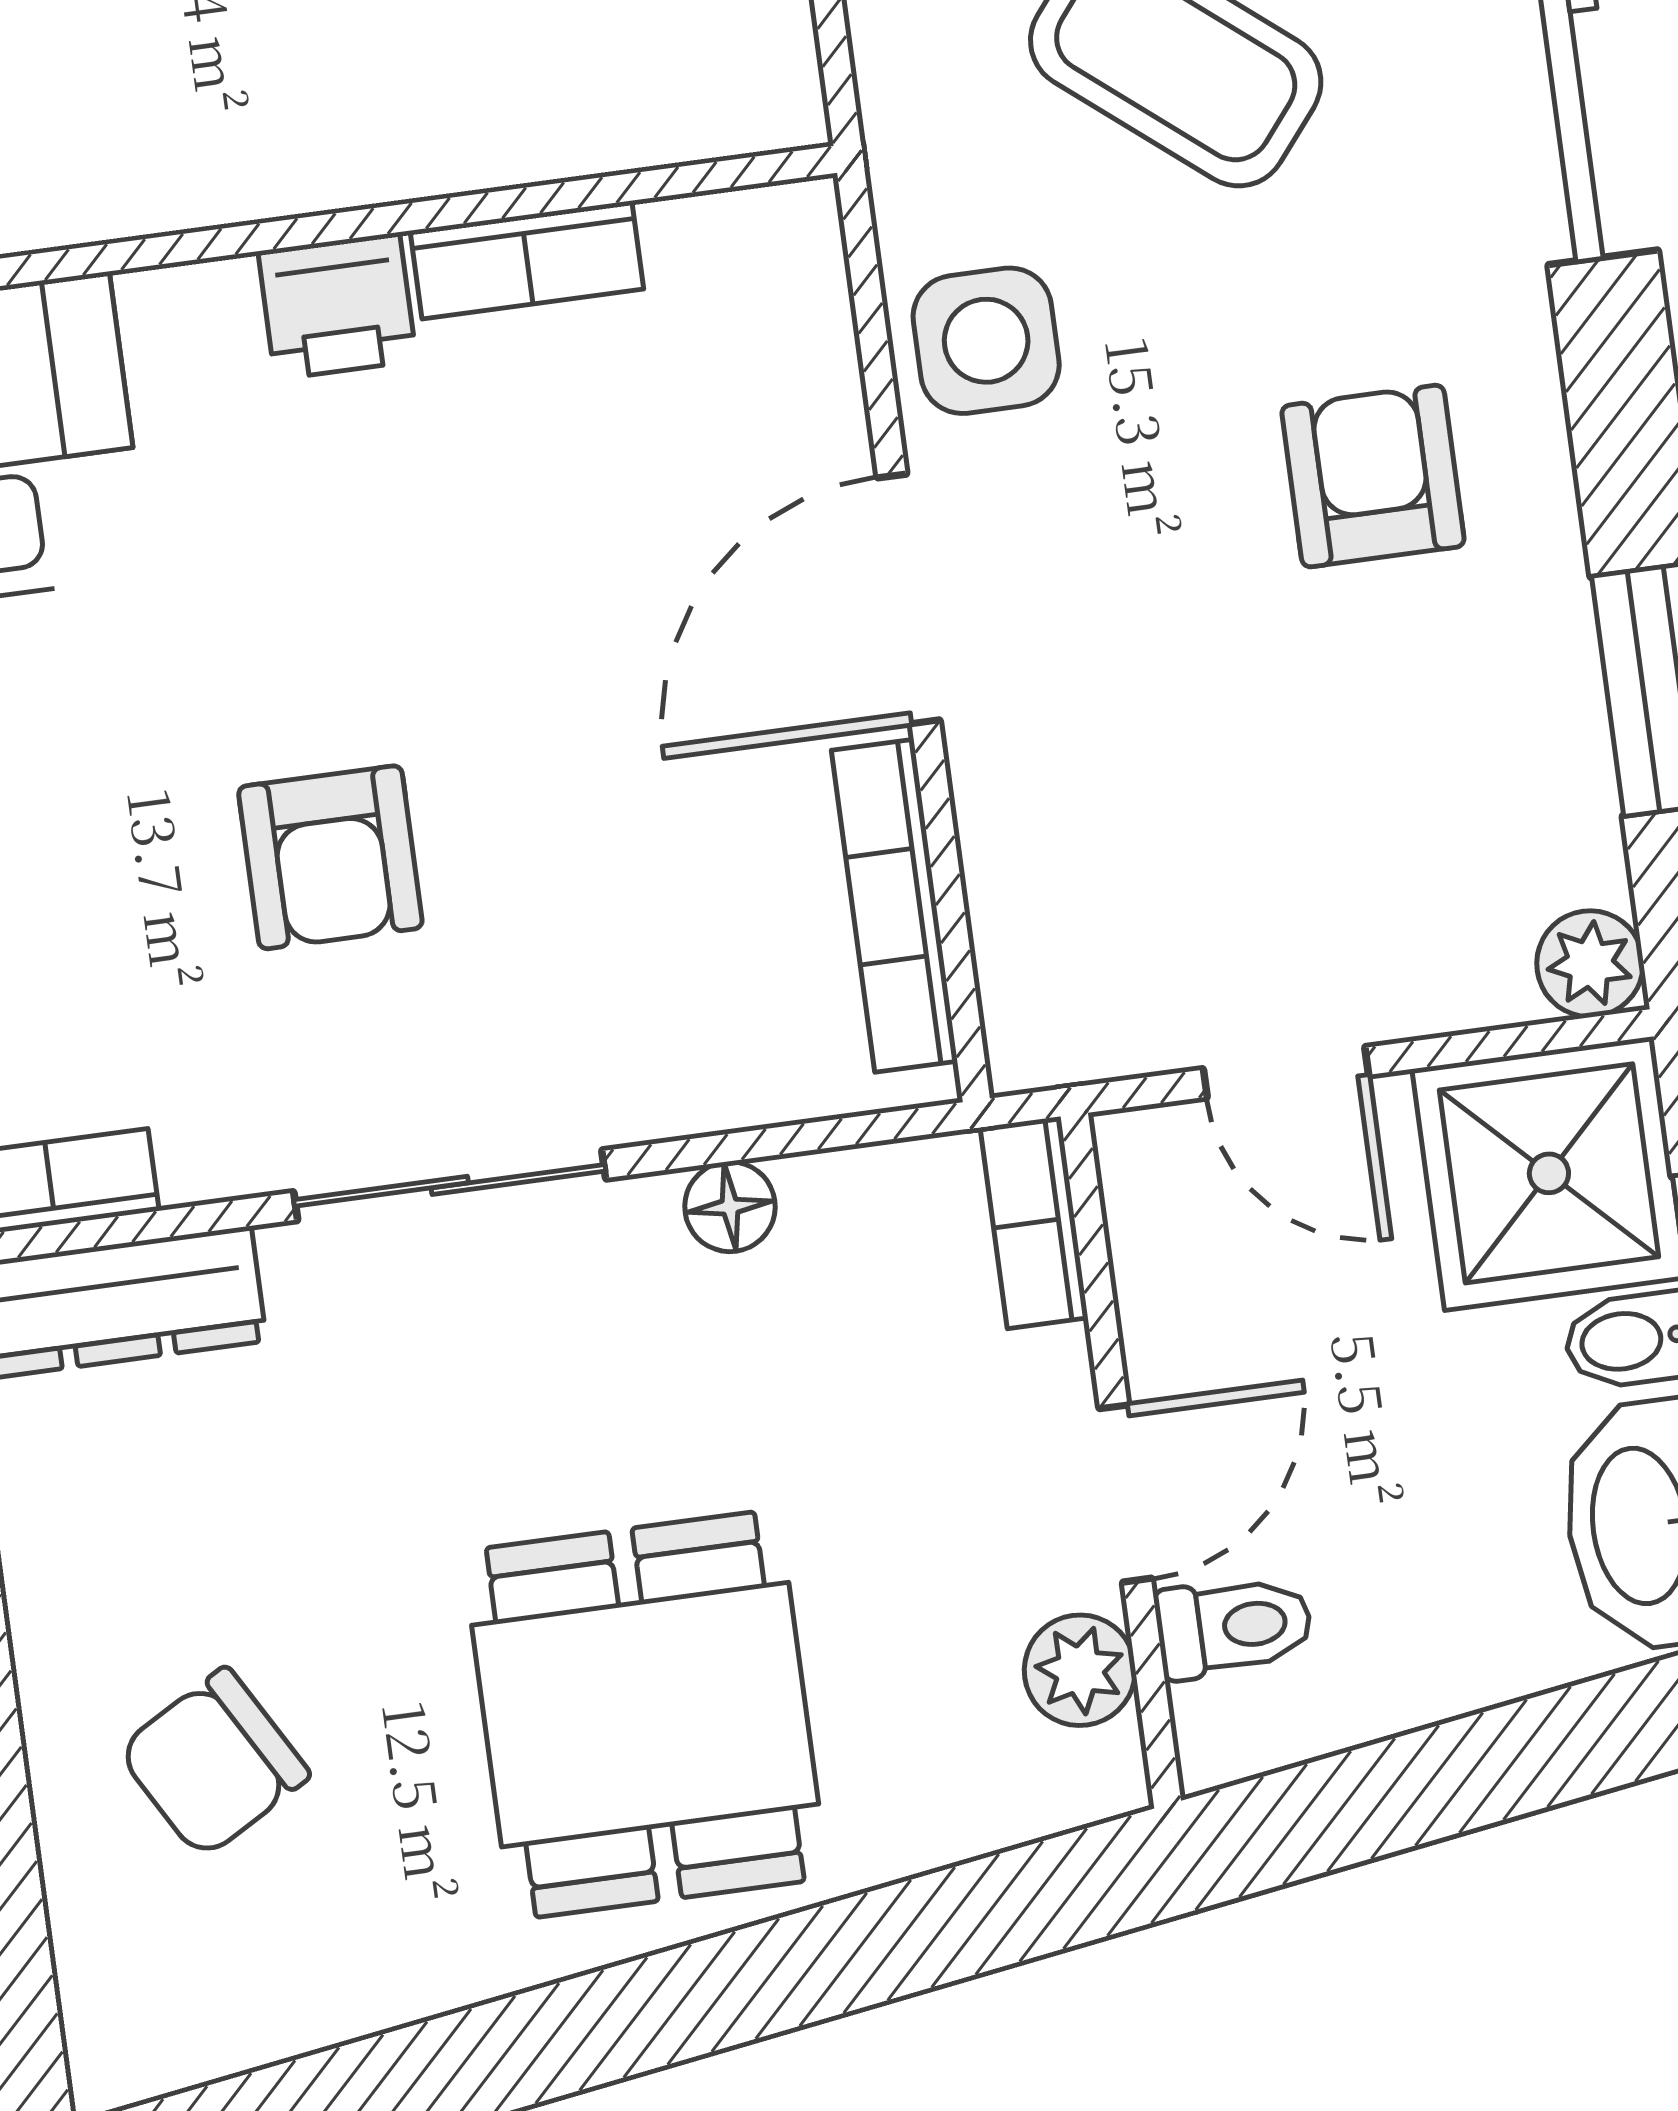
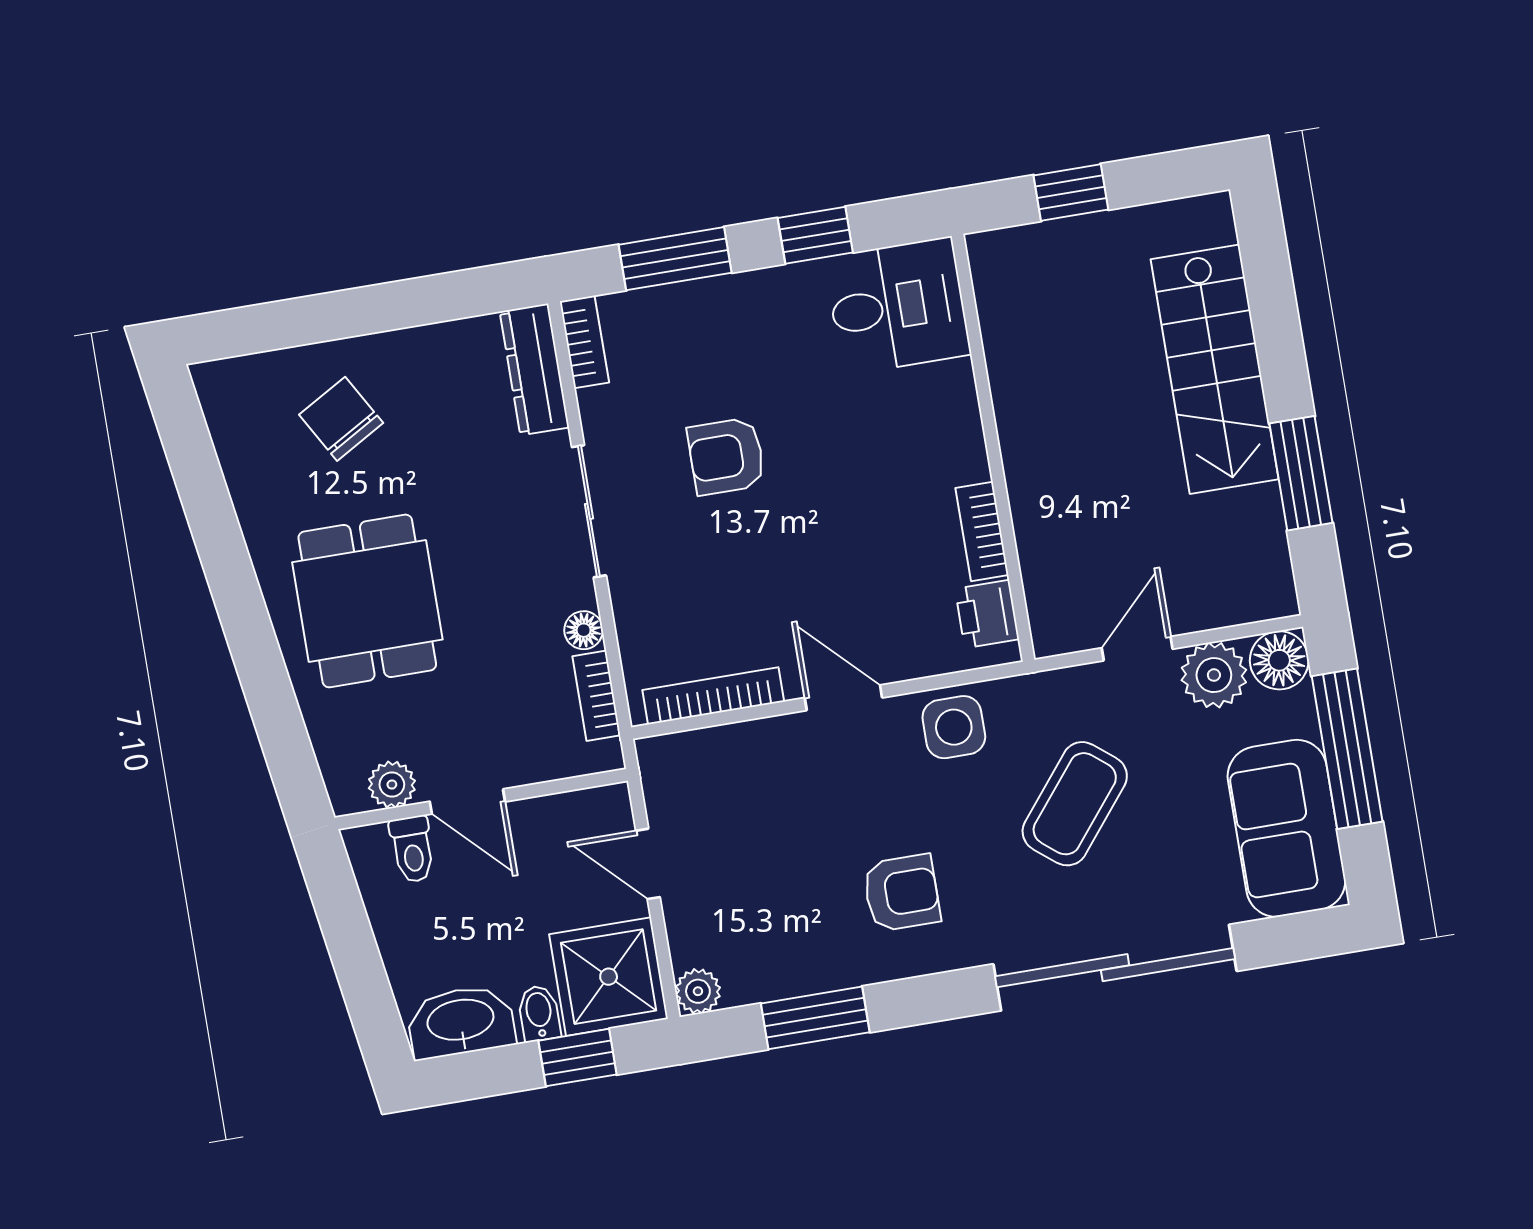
printer: (337, 306) -> (987, 614), moved
door: (909, 599) -> (843, 698), width x0.73
door: (1286, 1072) -> (648, 864), hinge flipped
bookcase: (1034, 1223) -> (596, 696), moved, turned -90
dining table: (645, 1715) -> (367, 601), turned 90

